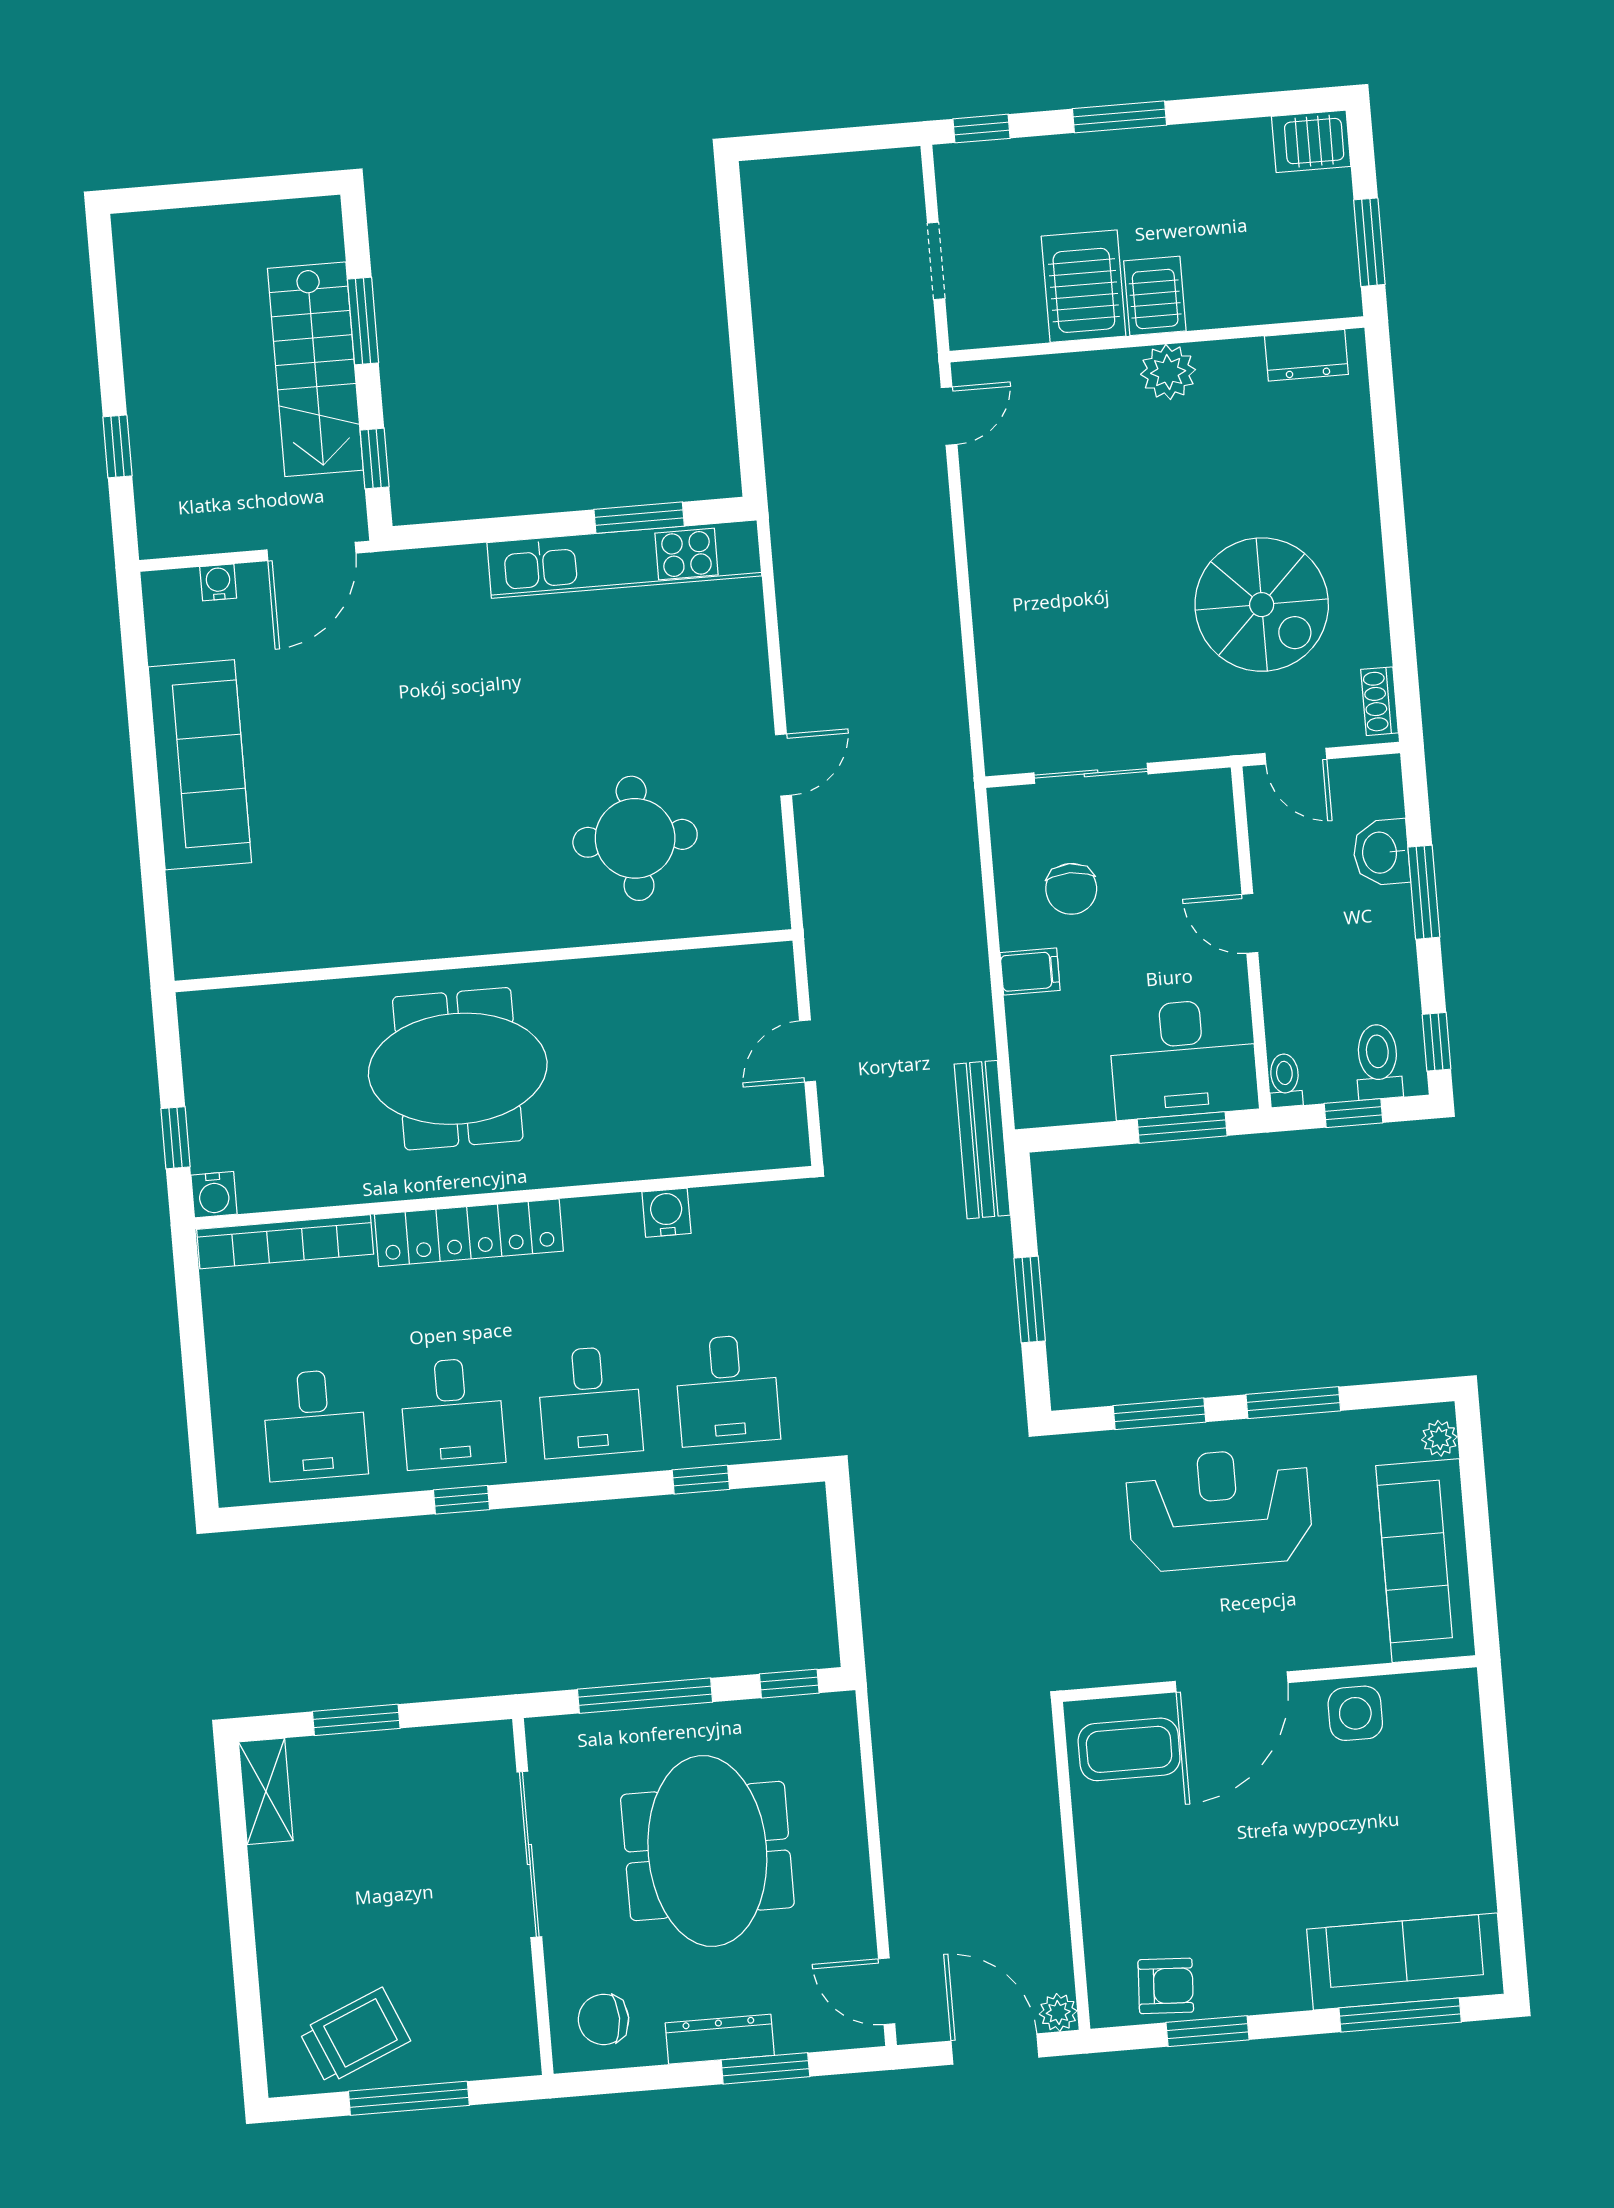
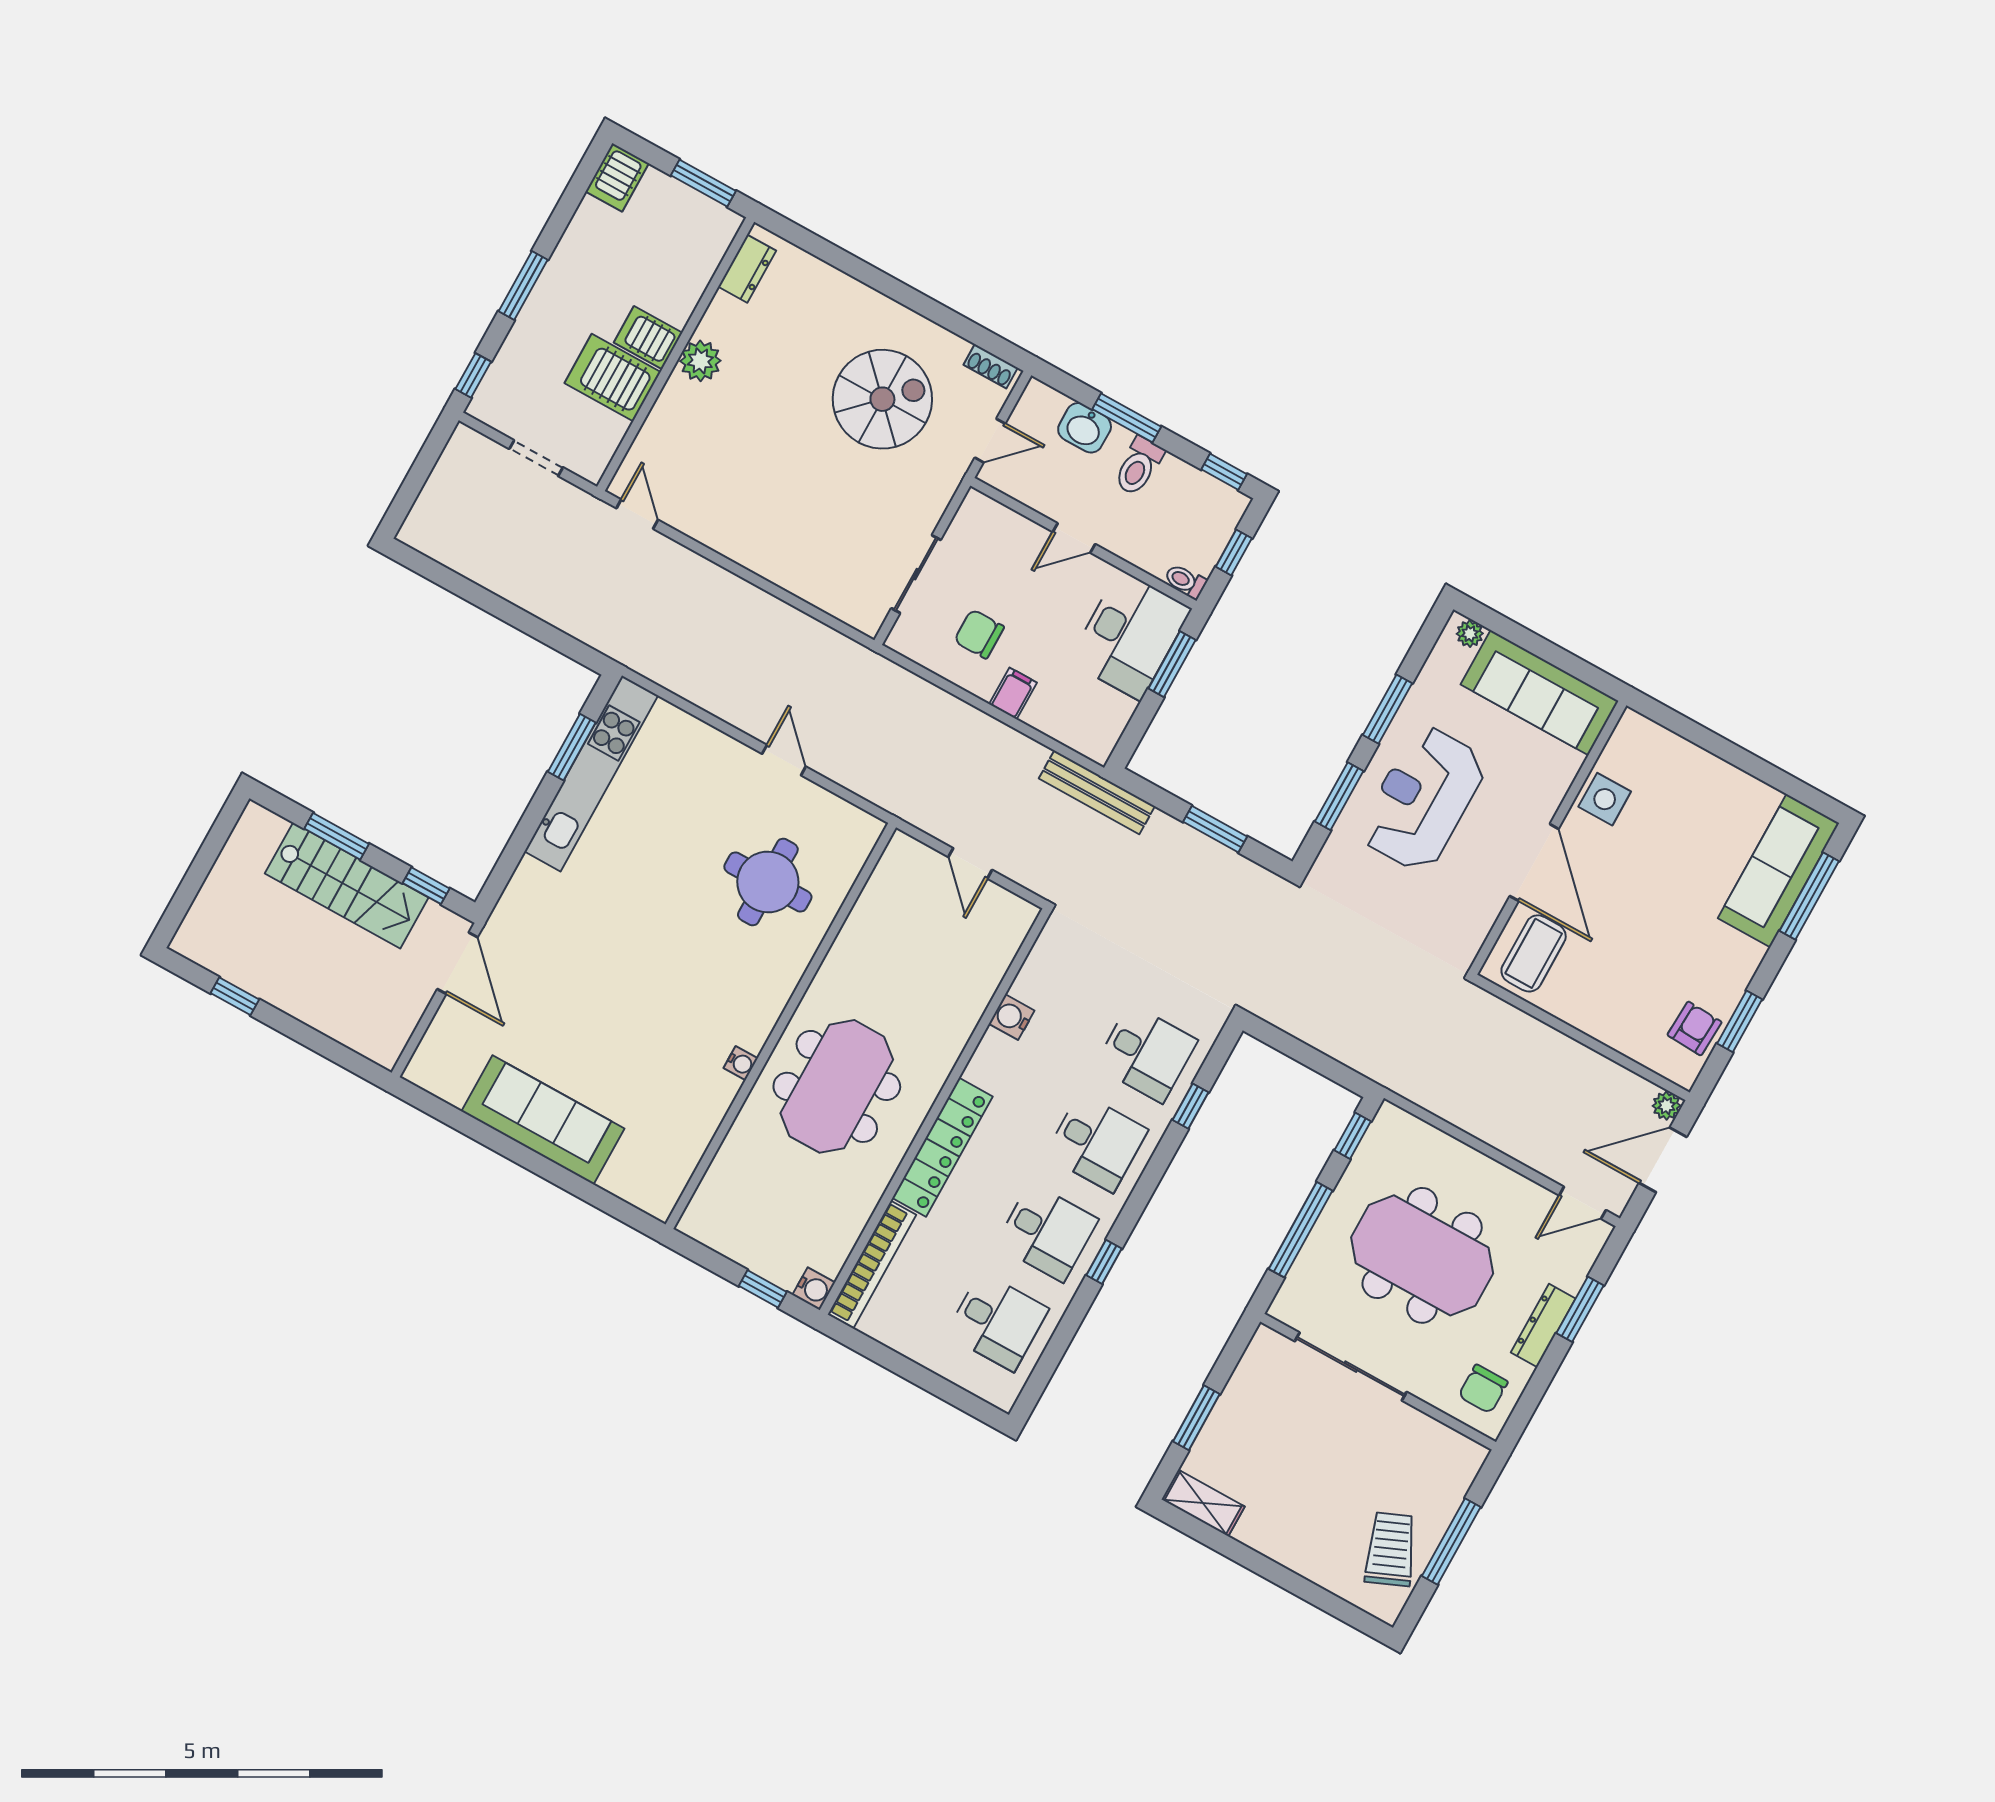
window: (117, 446) -> (235, 996), moved
water cooler: (218, 582) -> (741, 1063), moved, turned 180
chair: (1071, 889) -> (979, 634), turned 180
toilet: (1378, 1062) -> (1139, 466), moved, turned -90

